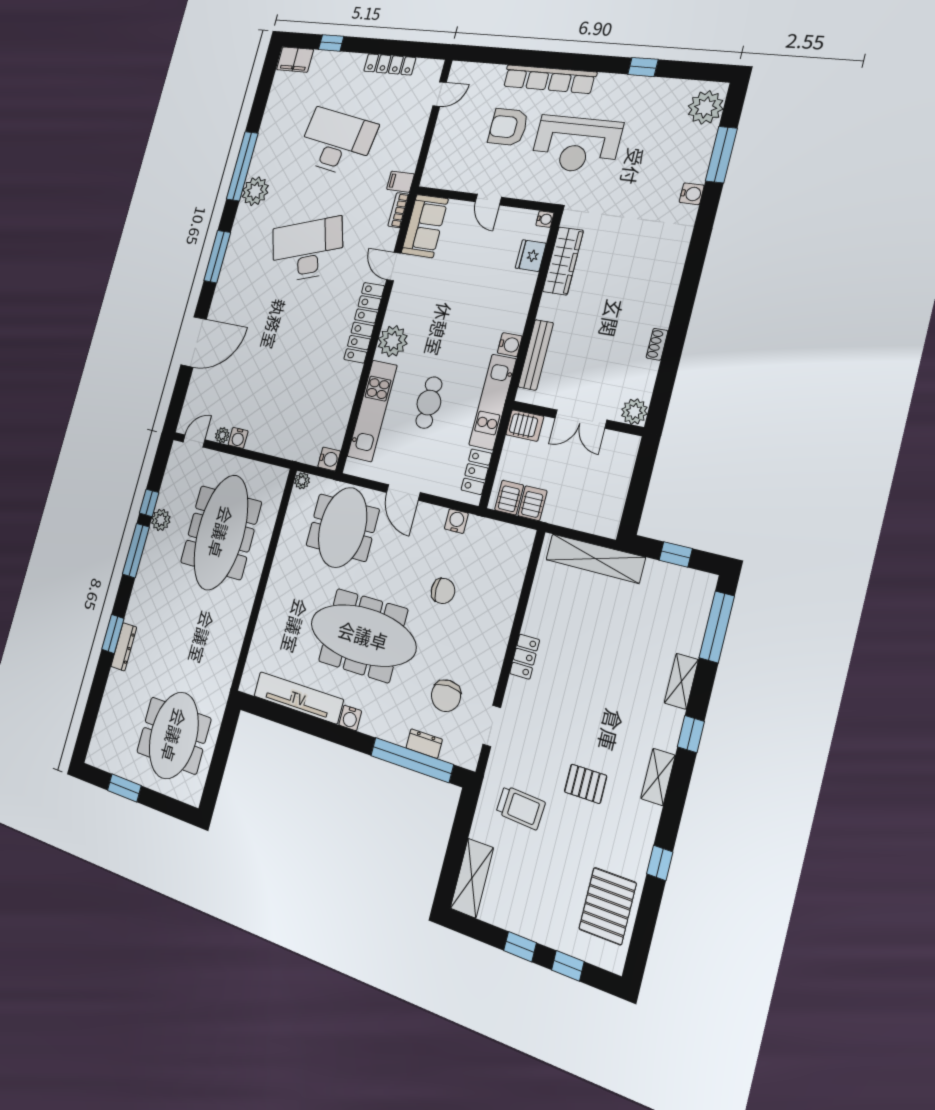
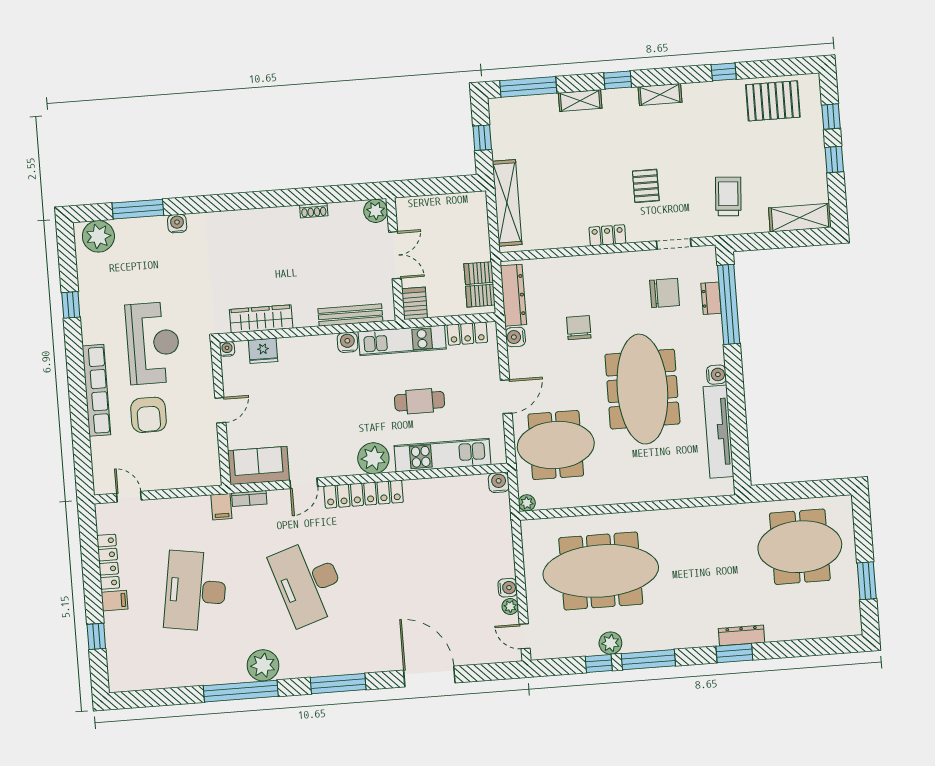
filing cabinet: (295, 60) -> (114, 601), moved, width x0.50
dresser: (498, 533) -> (513, 295), added
pallet: (586, 784) -> (646, 186), moved

